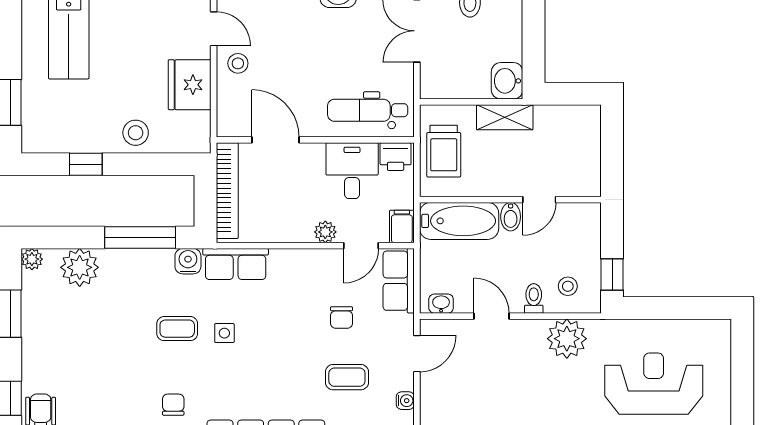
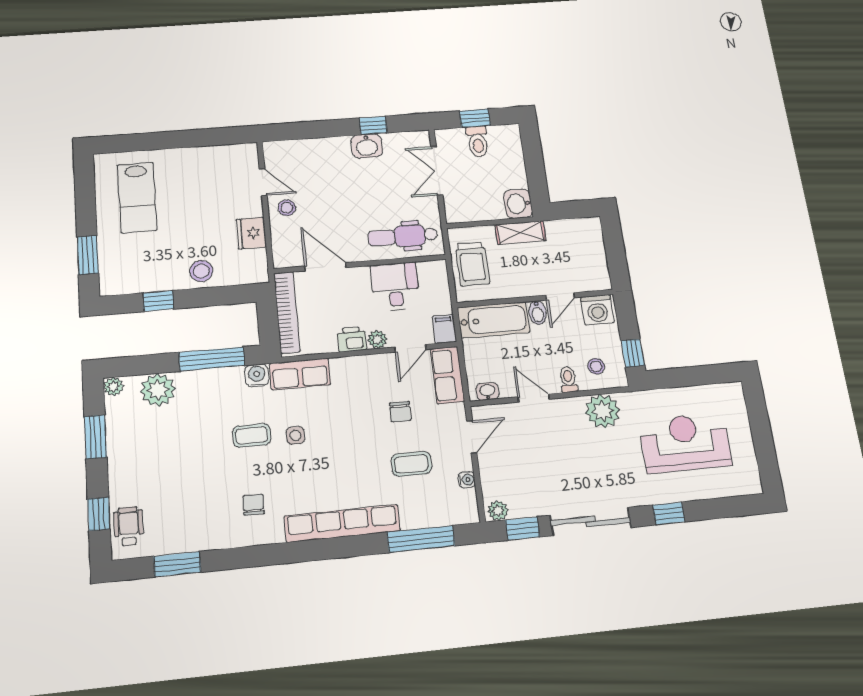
fridge: (190, 85) -> (251, 233), width x0.73, depth x0.75
printer: (396, 157) -> (352, 339), moved, turned 180
washing machine: (580, 219) -> (597, 310), added

